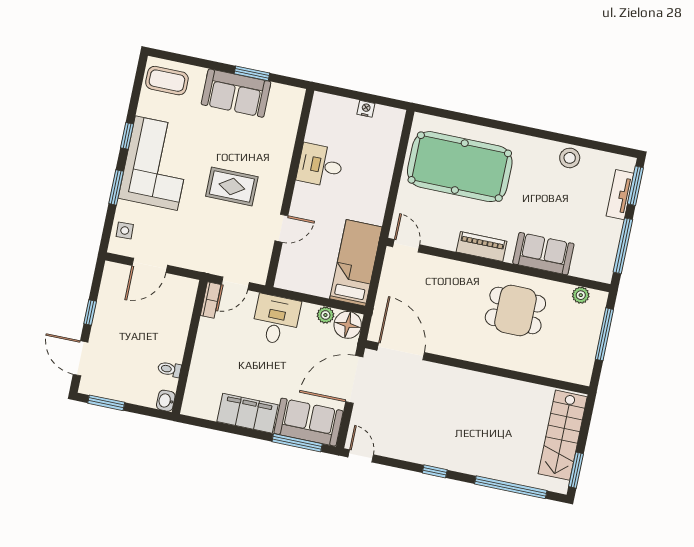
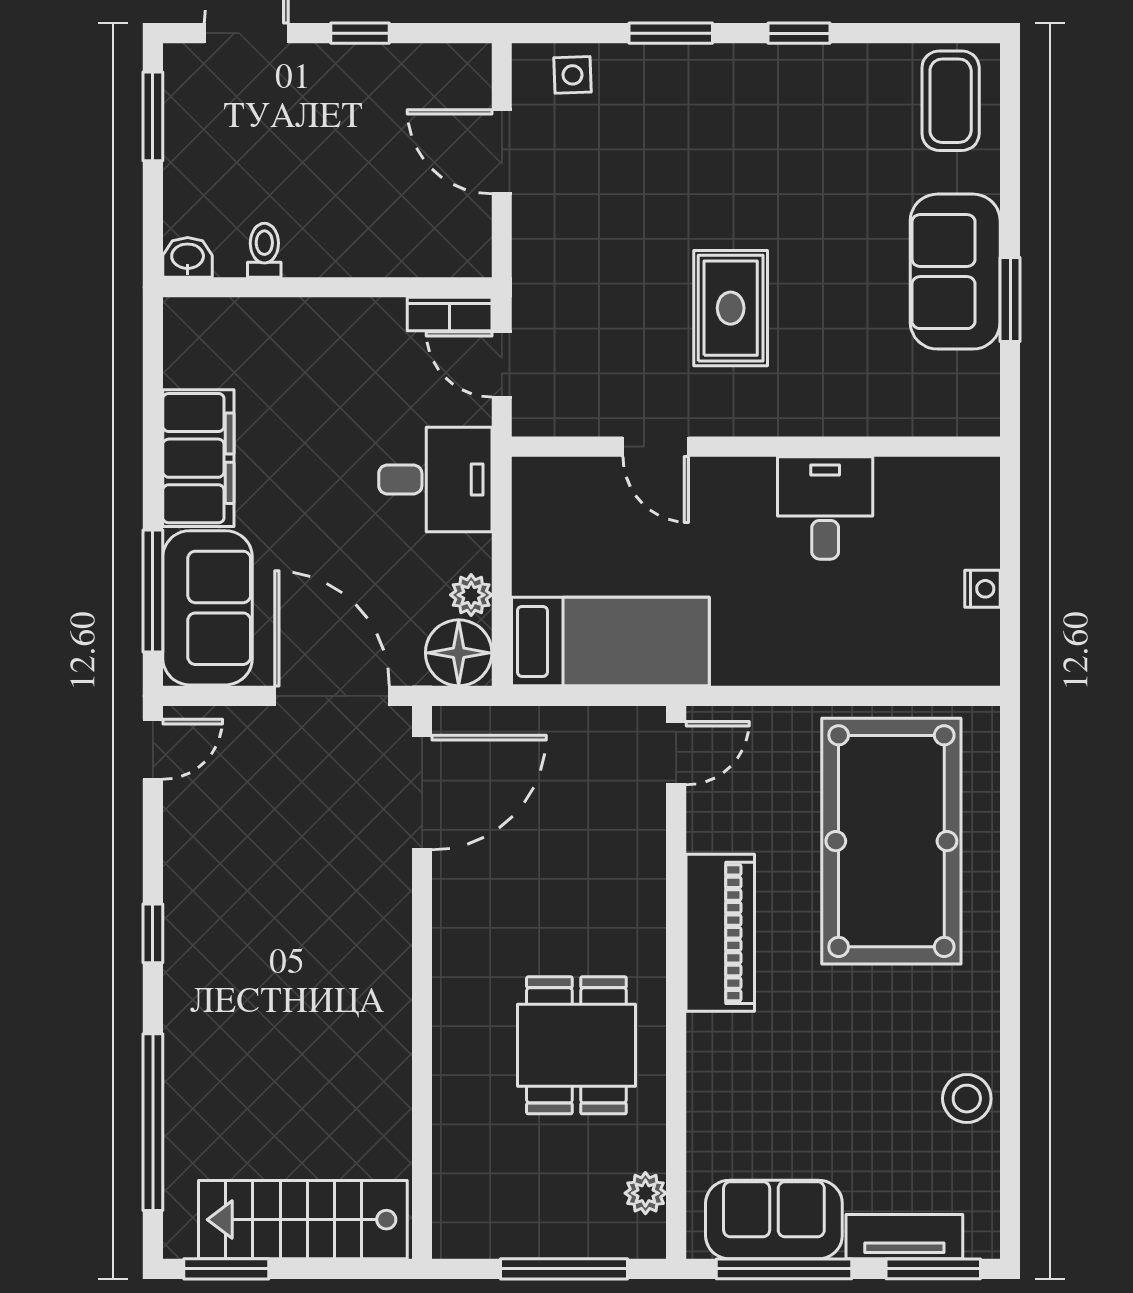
corner sofa: (156, 163) -> (748, 116), removed
piano: (482, 247) -> (720, 933), width x1.37, depth x1.33
sofa: (543, 254) -> (774, 1219), moved, turned -90

